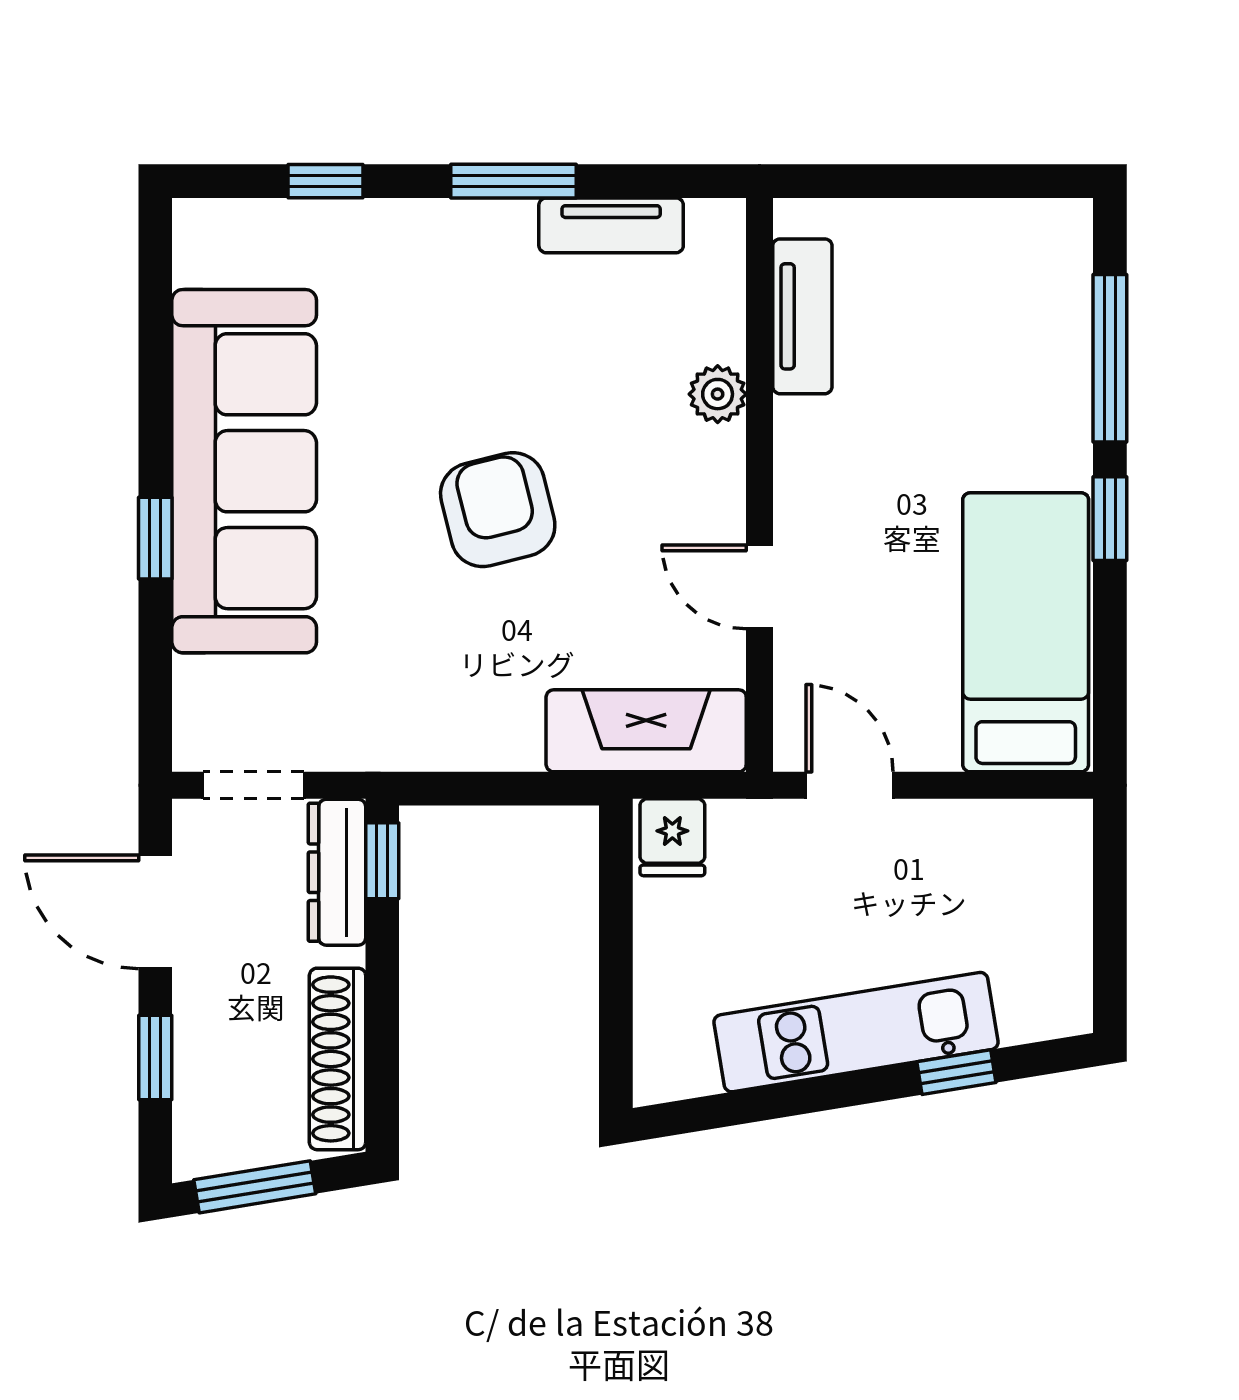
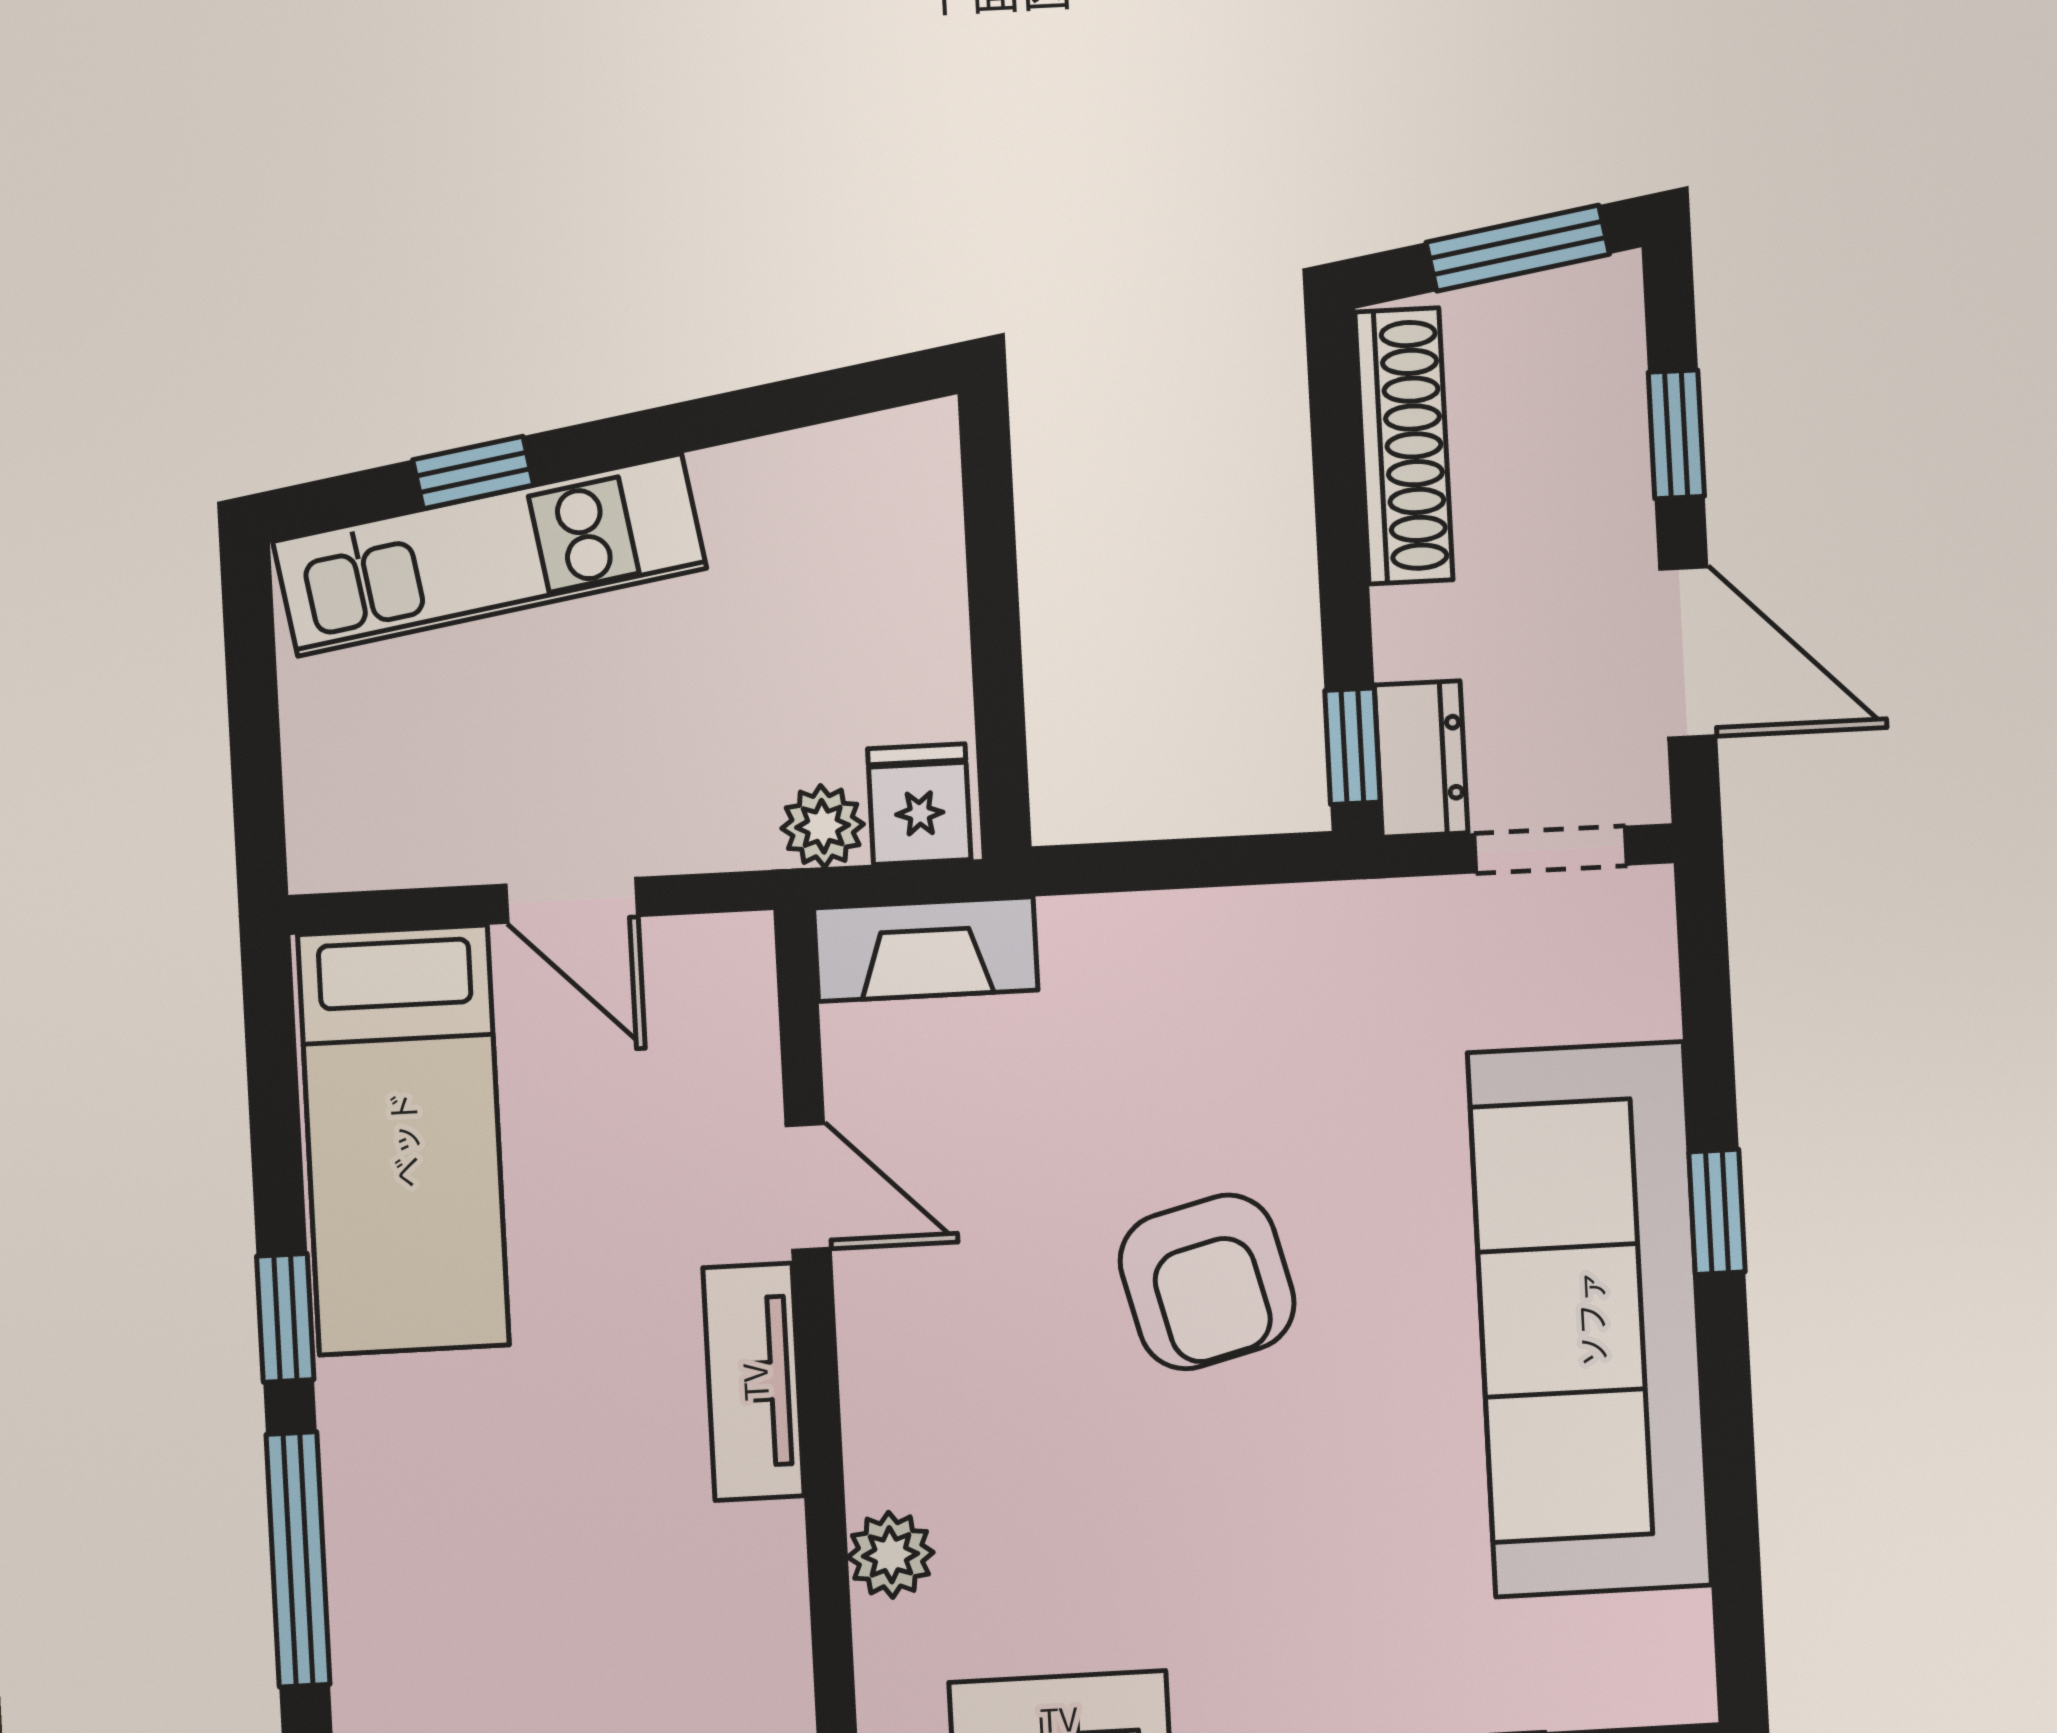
tv unit: (802, 316) -> (754, 1382), moved
plant: (718, 394) -> (891, 1555), moved
fireplace: (646, 731) -> (926, 949), width x0.73, depth x0.76
door: (850, 785) -> (572, 900), moved
plant: (737, 826) -> (823, 826), added
dresser: (337, 872) -> (1421, 759), width x0.70
kitchen unit: (856, 1032) -> (490, 555), moved

